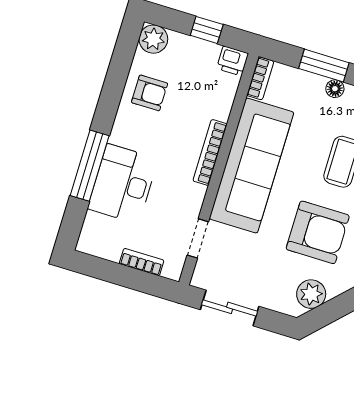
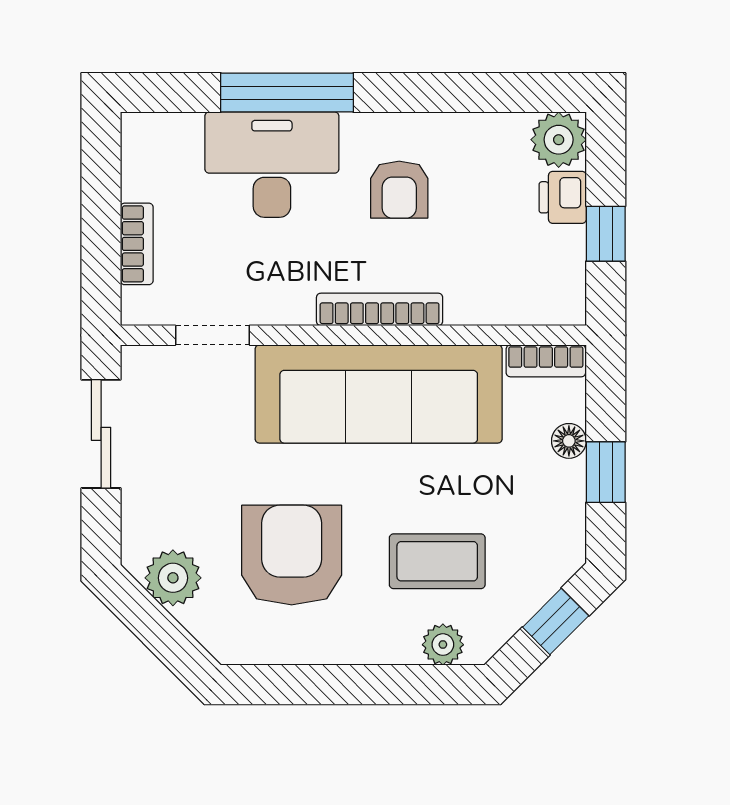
printer: (233, 61) -> (563, 197), moved
window: (324, 66) -> (606, 472), width x0.67
floor lamp: (335, 89) -> (569, 441), moved
armchair: (150, 93) -> (399, 190), moved
armchair: (318, 232) -> (292, 555), turned 180

